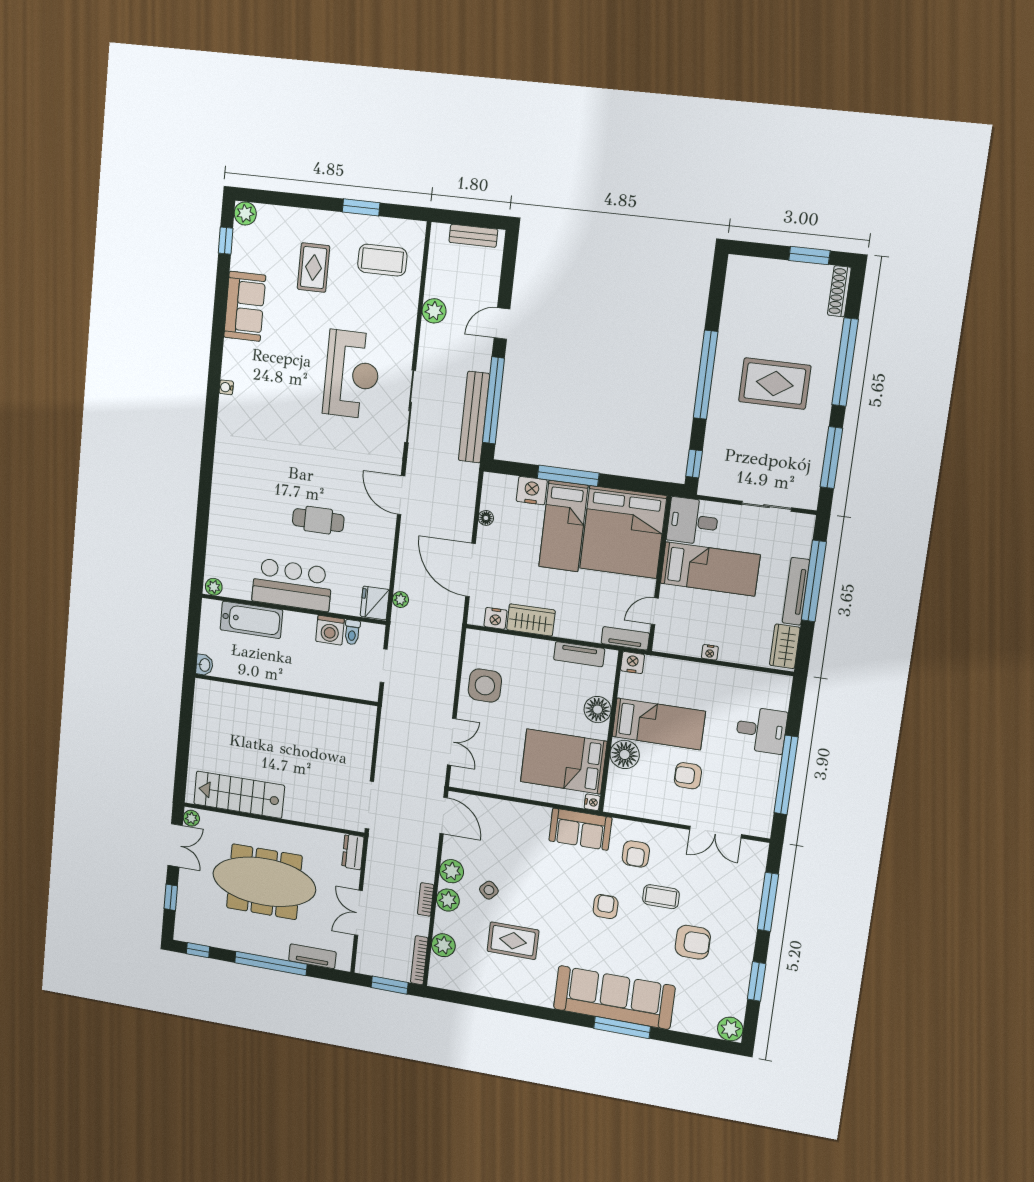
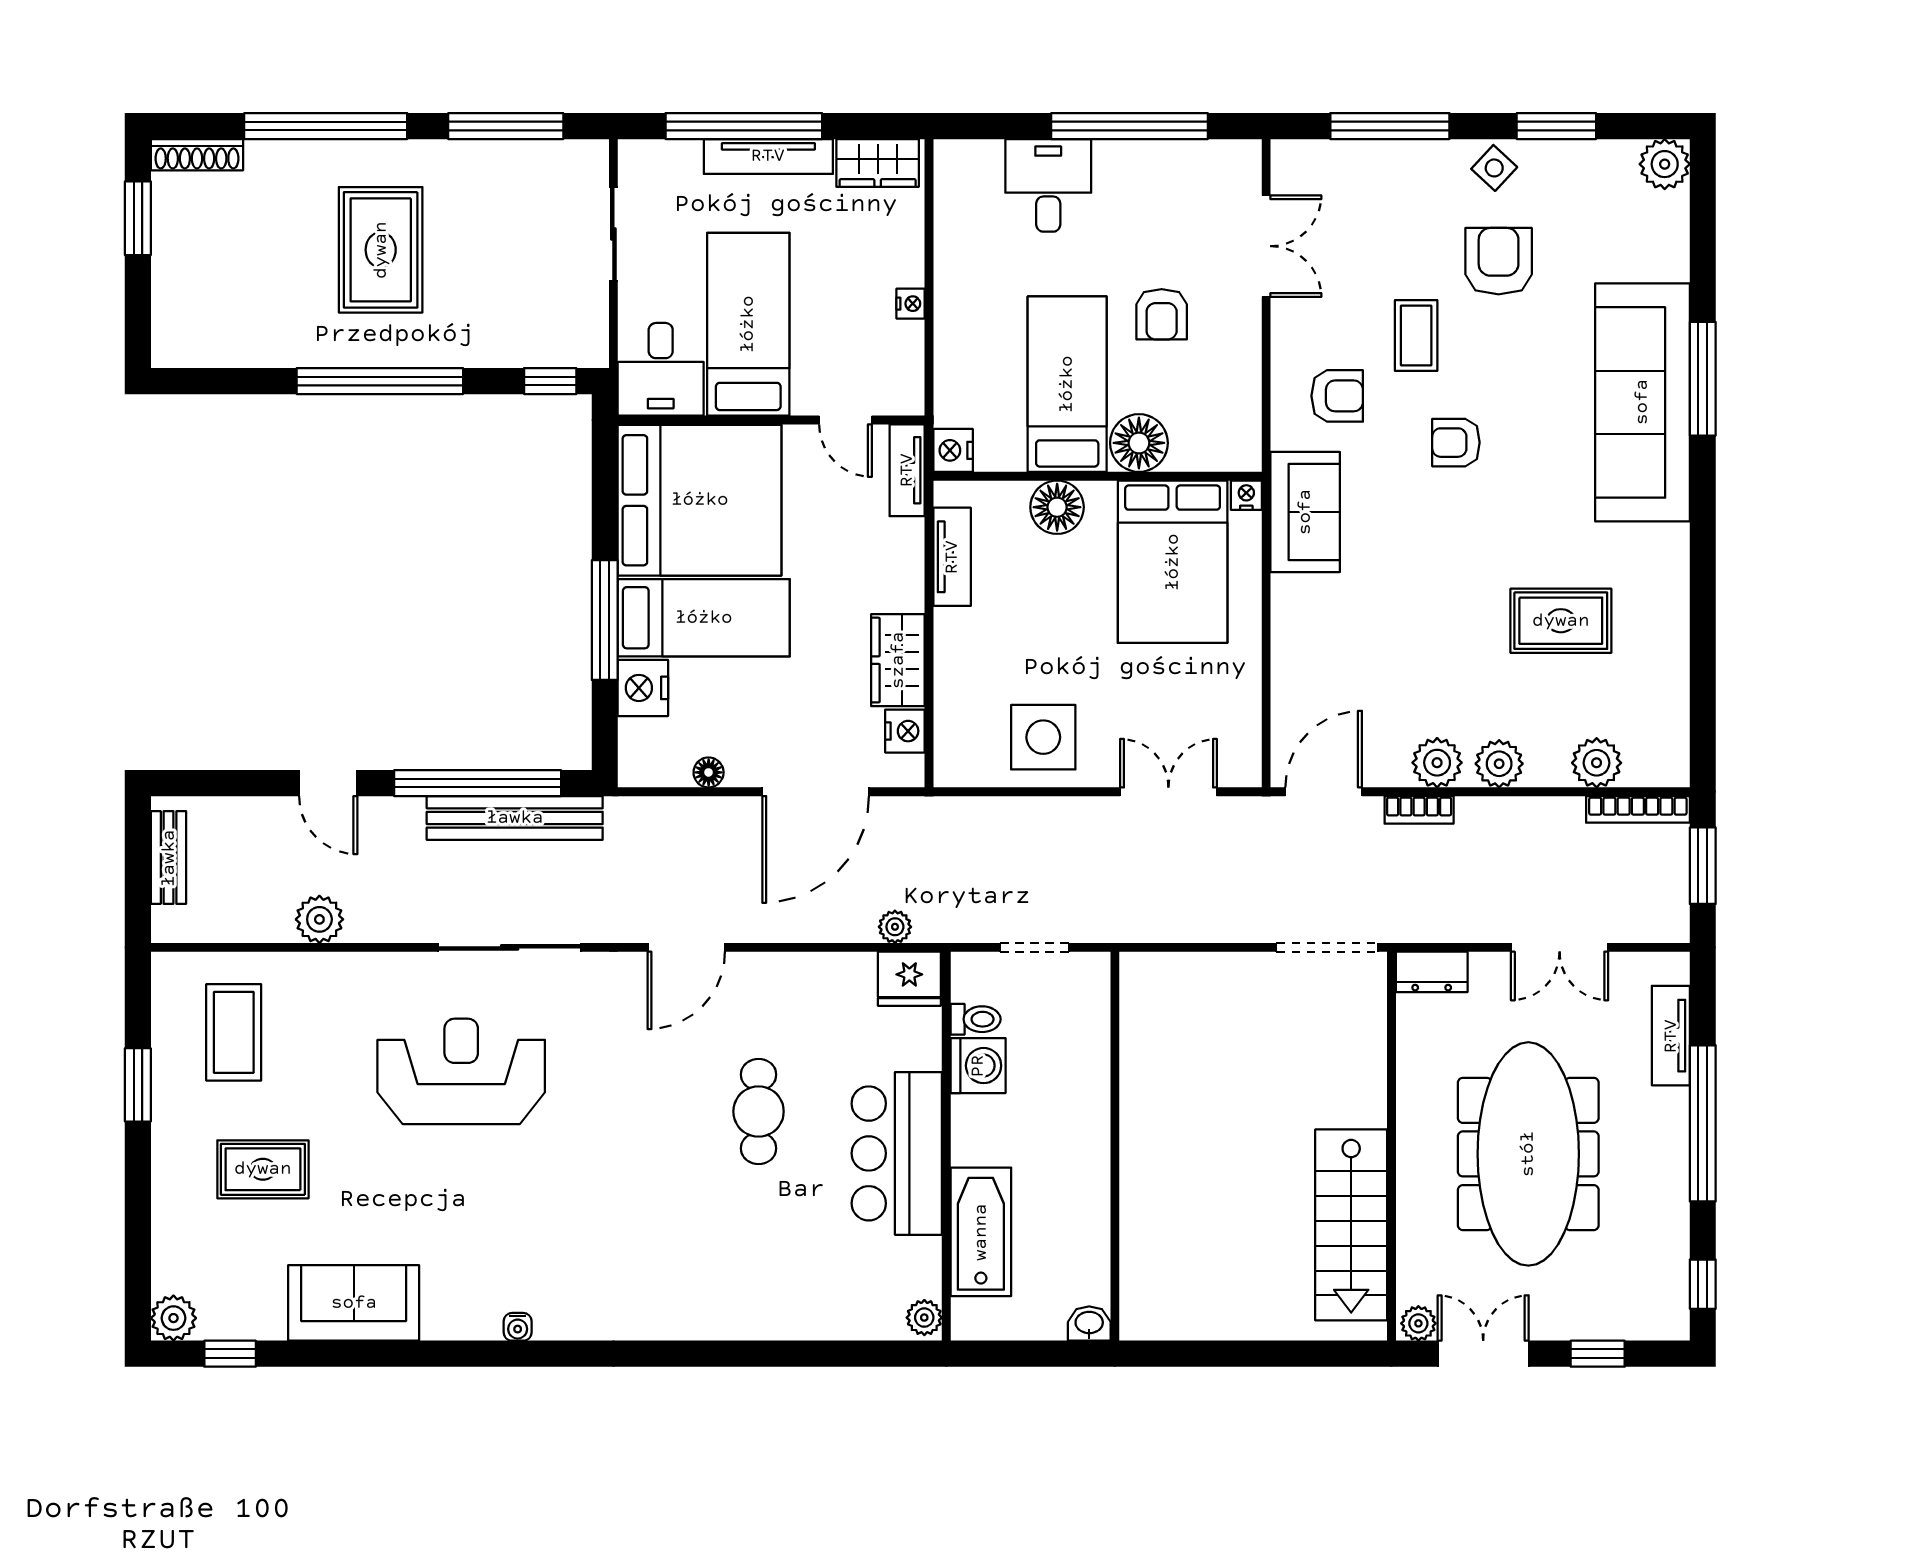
side table: (489, 890) -> (1494, 168), moved
bookcase: (426, 899) -> (1419, 810), moved
rug: (513, 941) -> (1561, 621), turned 90

